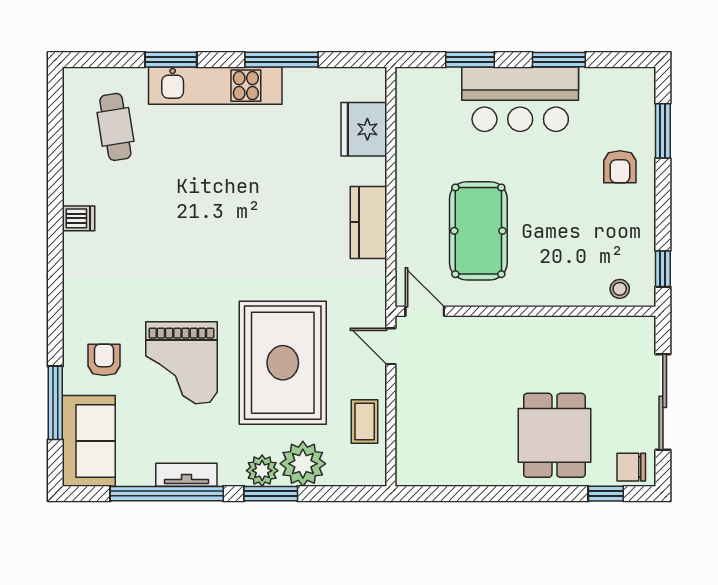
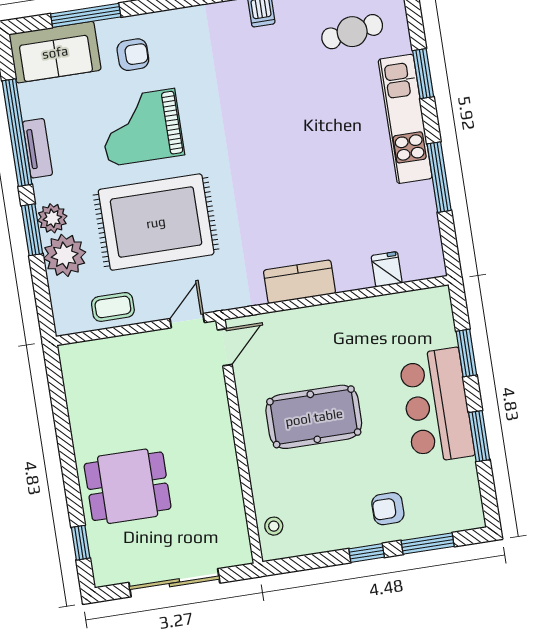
fridge: (364, 129) -> (387, 269), width x0.53, depth x0.75
pool table: (478, 231) -> (314, 417), moved
window: (663, 269) -> (367, 553), moved
chair: (631, 467) -> (109, 563), removed

